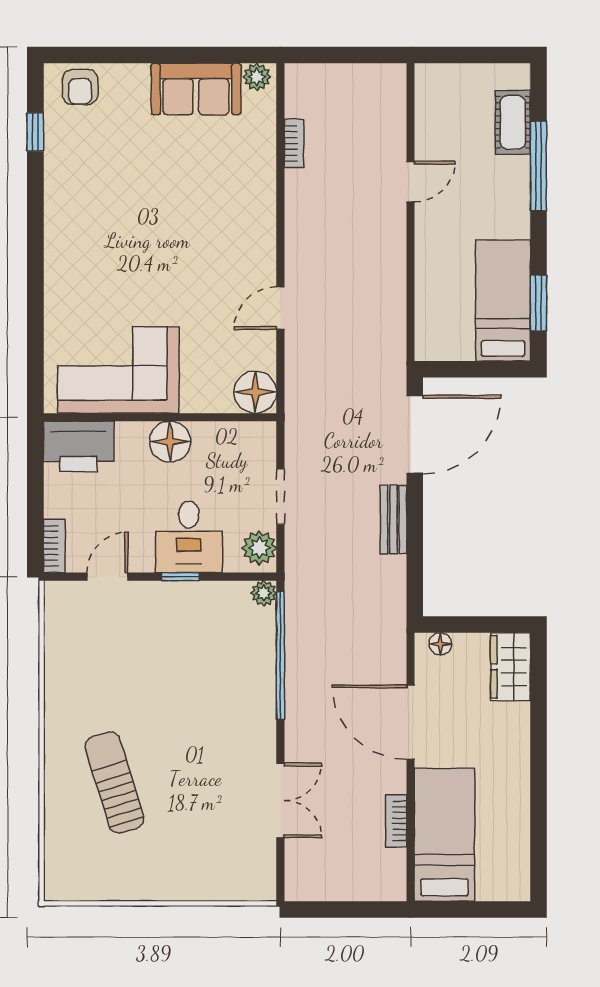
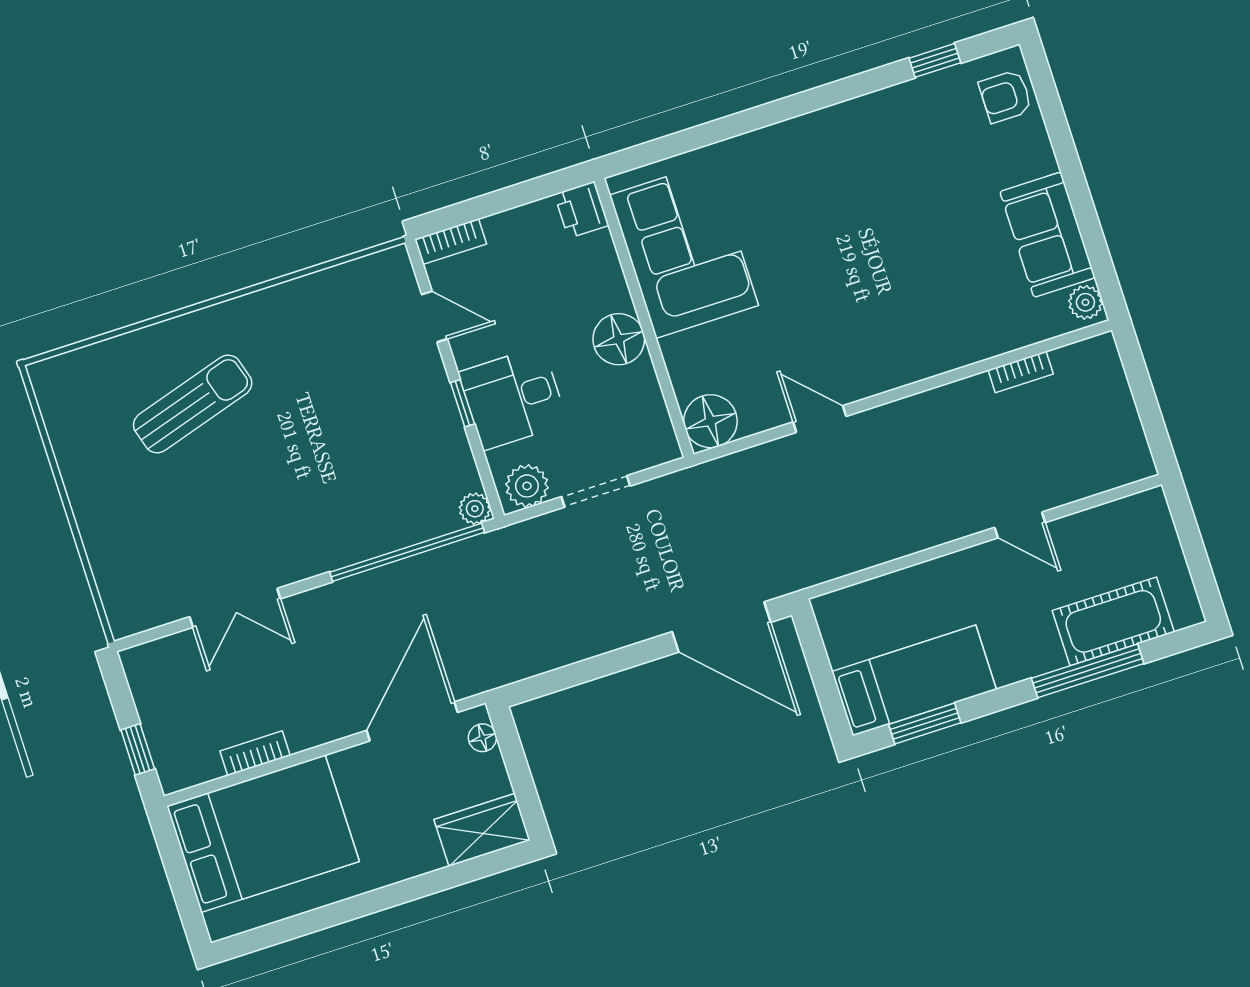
cot: (513, 122) -> (1113, 621), width x1.37, depth x1.34
printer: (79, 446) -> (582, 210), width x0.53, depth x0.68
bench: (393, 519) -> (612, 634), removed
door: (411, 722) -> (412, 721), moved
bed: (444, 835) -> (263, 834), width x1.50
window: (364, 909) -> (138, 749), added

